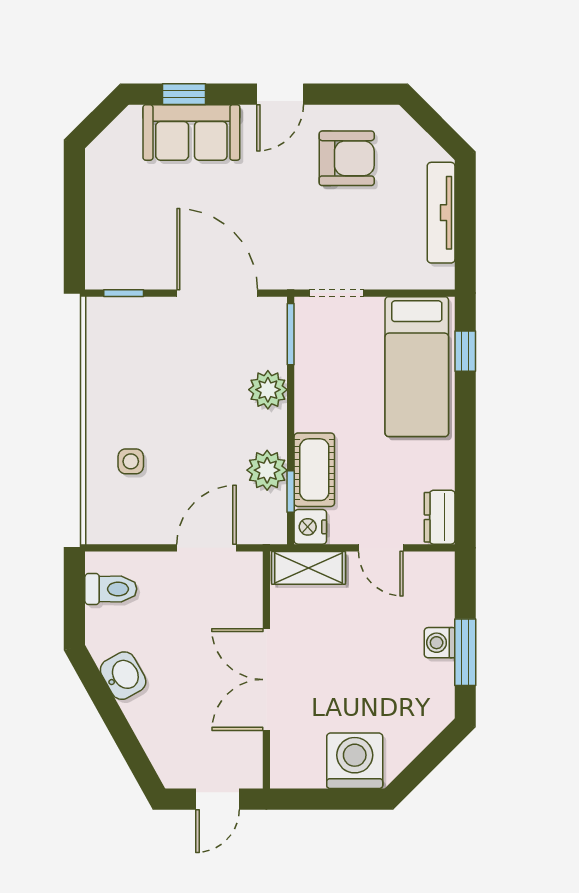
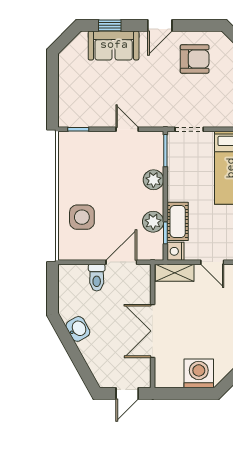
door: (217, 293) -> (127, 129), width x0.53
side table: (131, 461) -> (82, 217), width x1.87, depth x1.87
toilet: (111, 589) -> (97, 278), moved, turned 90

